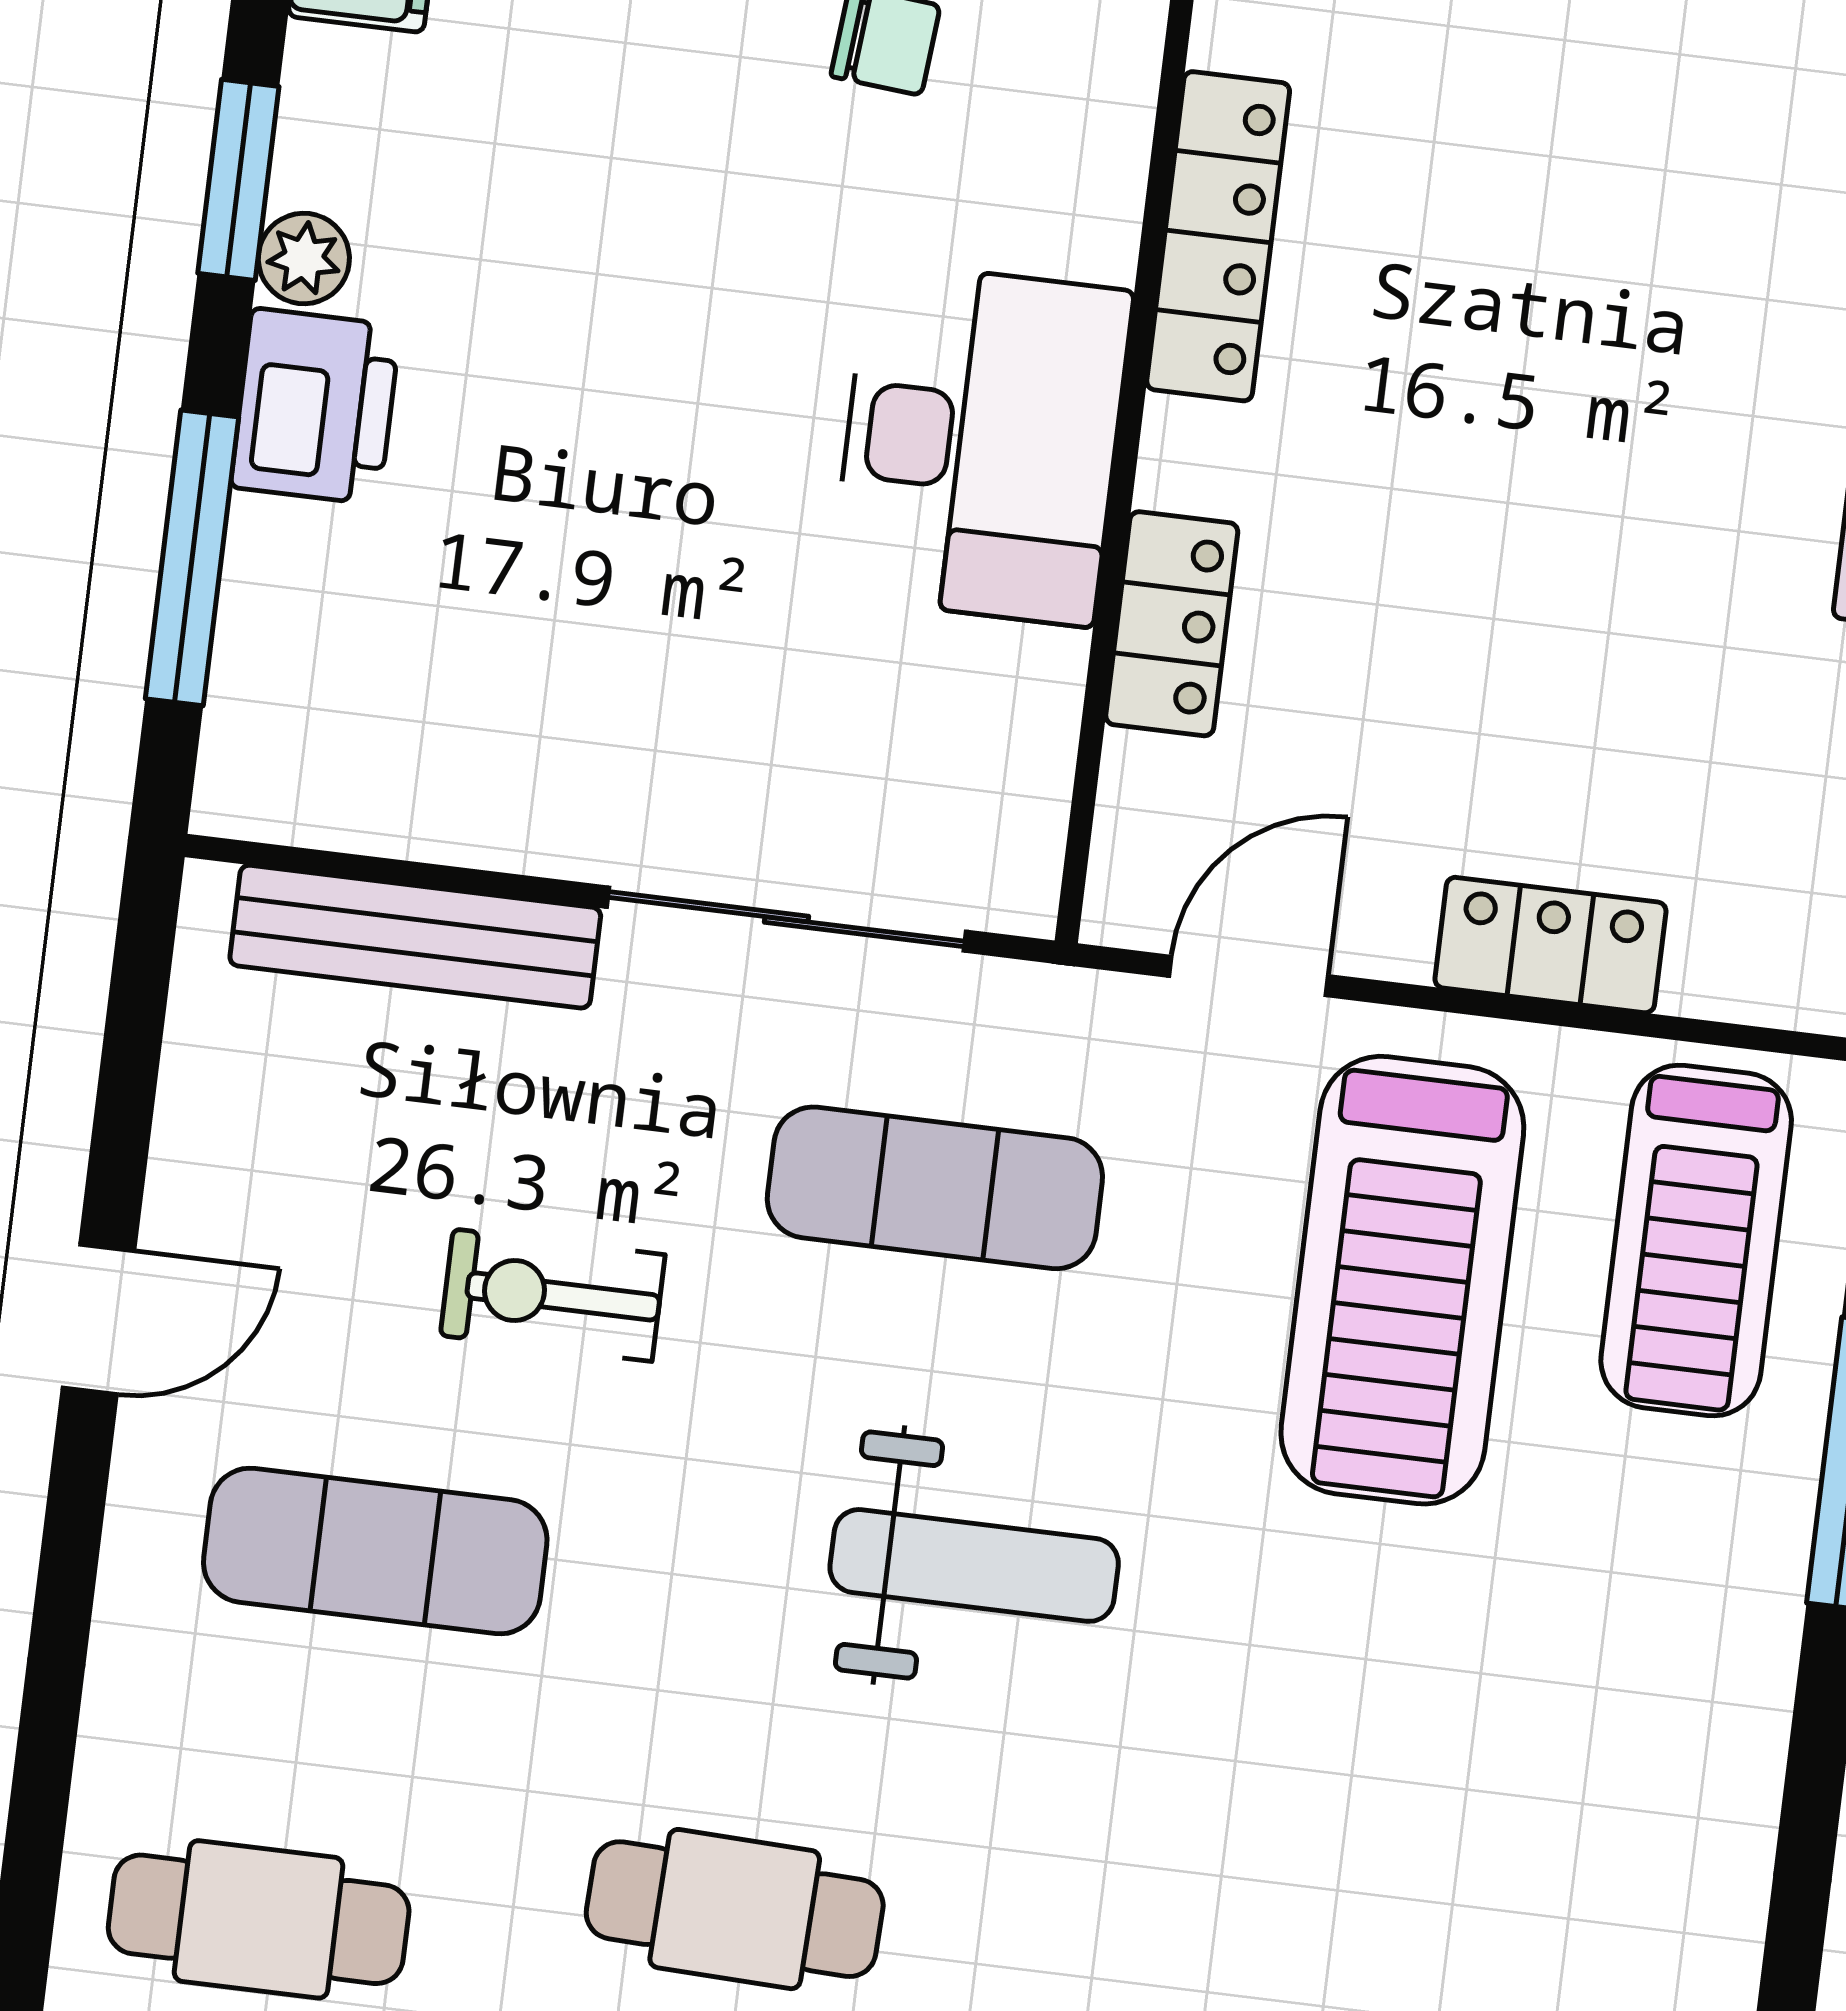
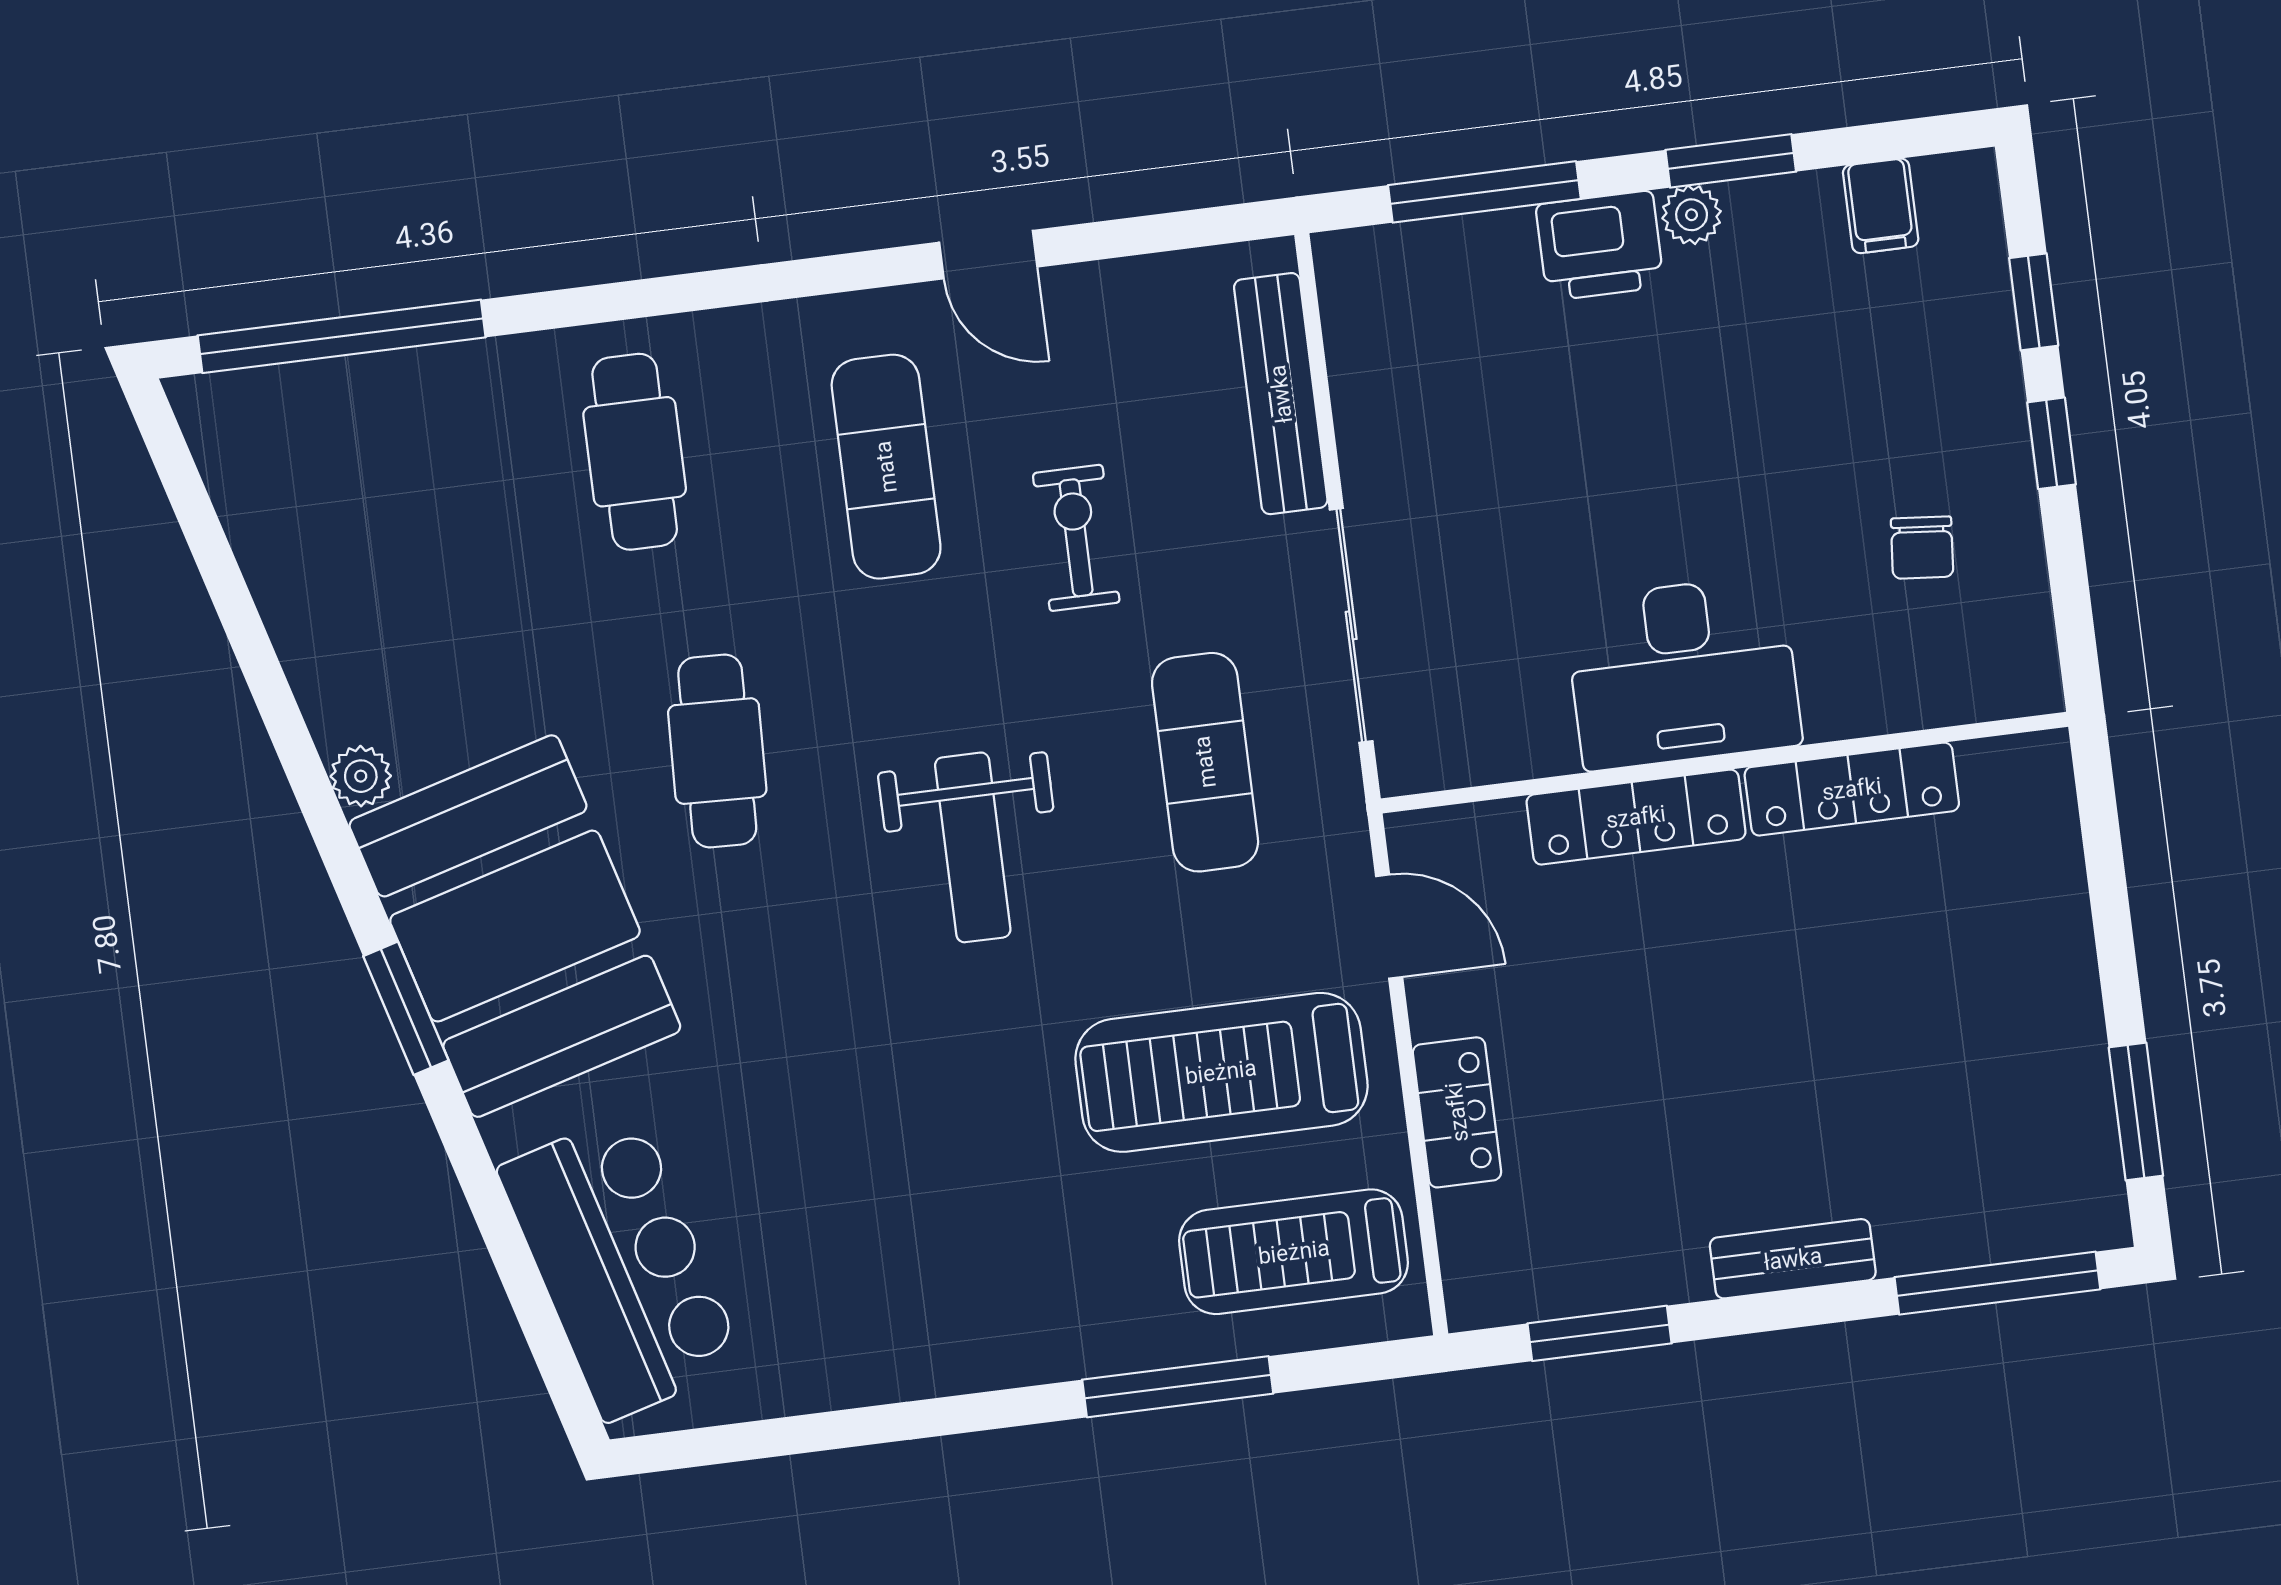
locker: (1172, 624) -> (1636, 817), width x1.53

